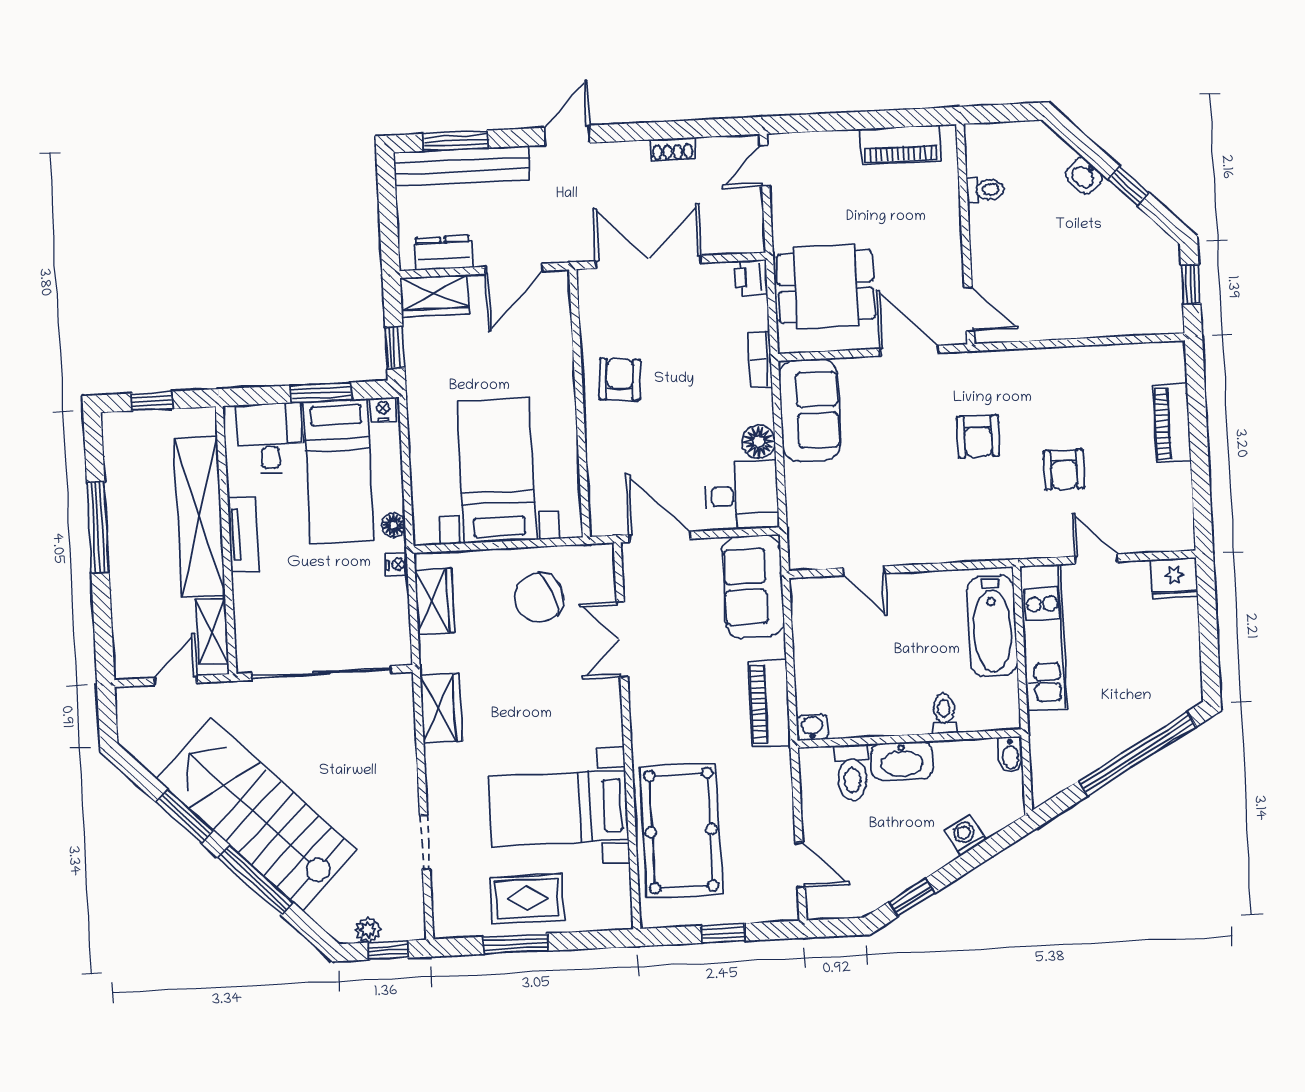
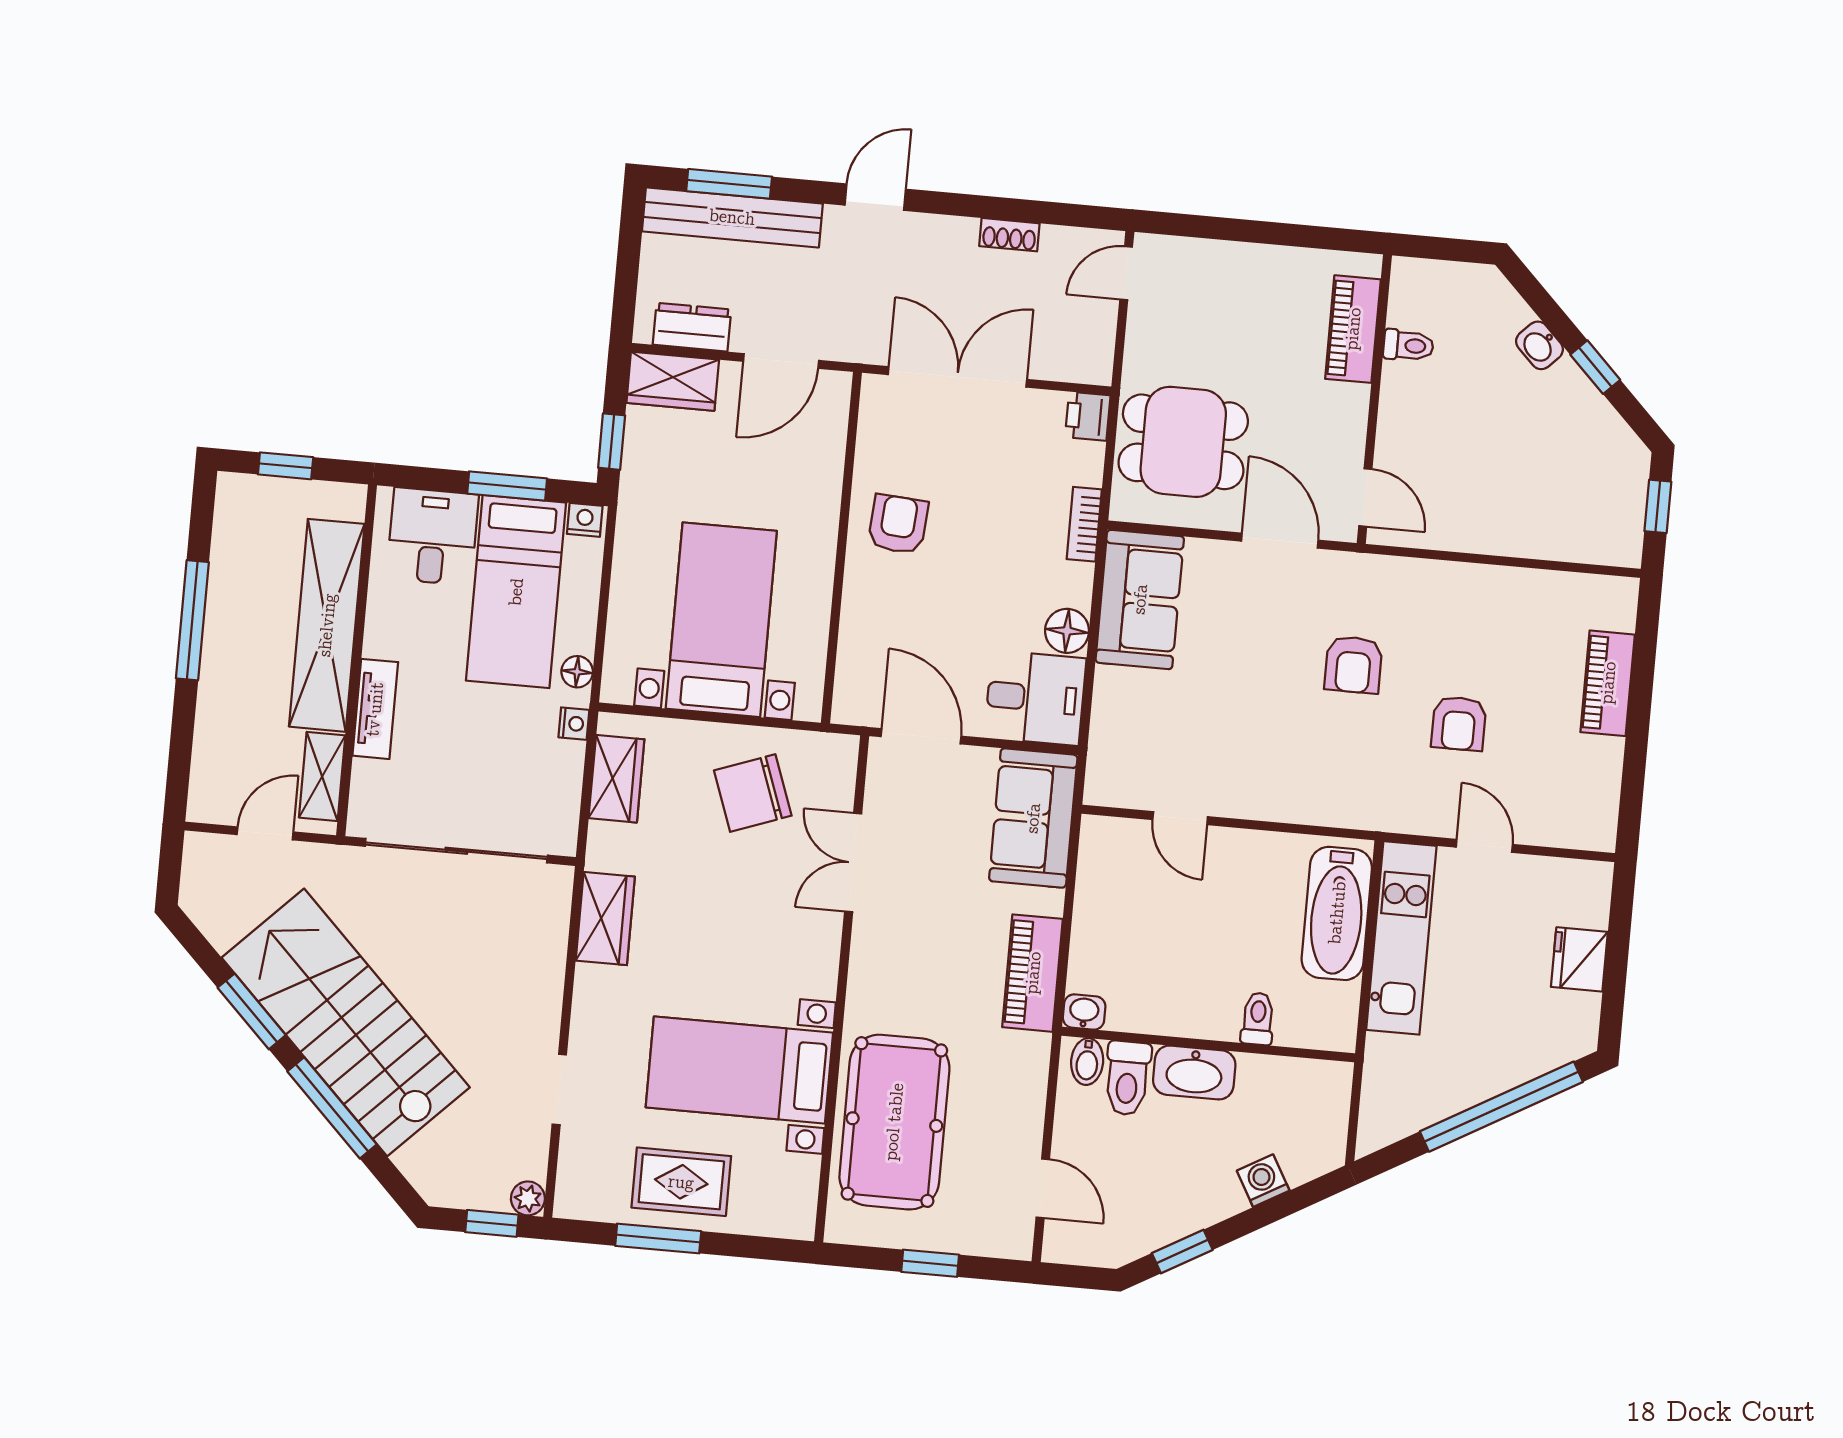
piano: (900, 145) -> (1353, 329), moved, turned 90
tv unit: (243, 534) -> (375, 709), moved
fridge: (1174, 578) -> (1579, 959), moved, turned 90
bidet: (1010, 755) -> (1087, 1062), moved
plant: (368, 930) -> (528, 1198), moved

